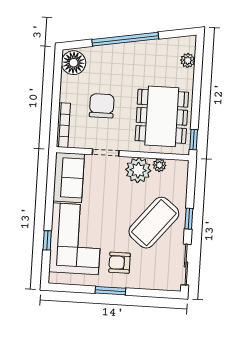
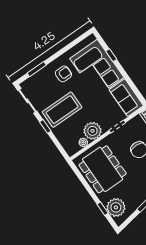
plant: (188, 60) -> (116, 207), width x1.88, depth x1.88
window: (194, 140) -> (103, 209), moved
coffee table: (154, 223) -> (62, 110), turned 51
window: (110, 291) -> (37, 69), moved

